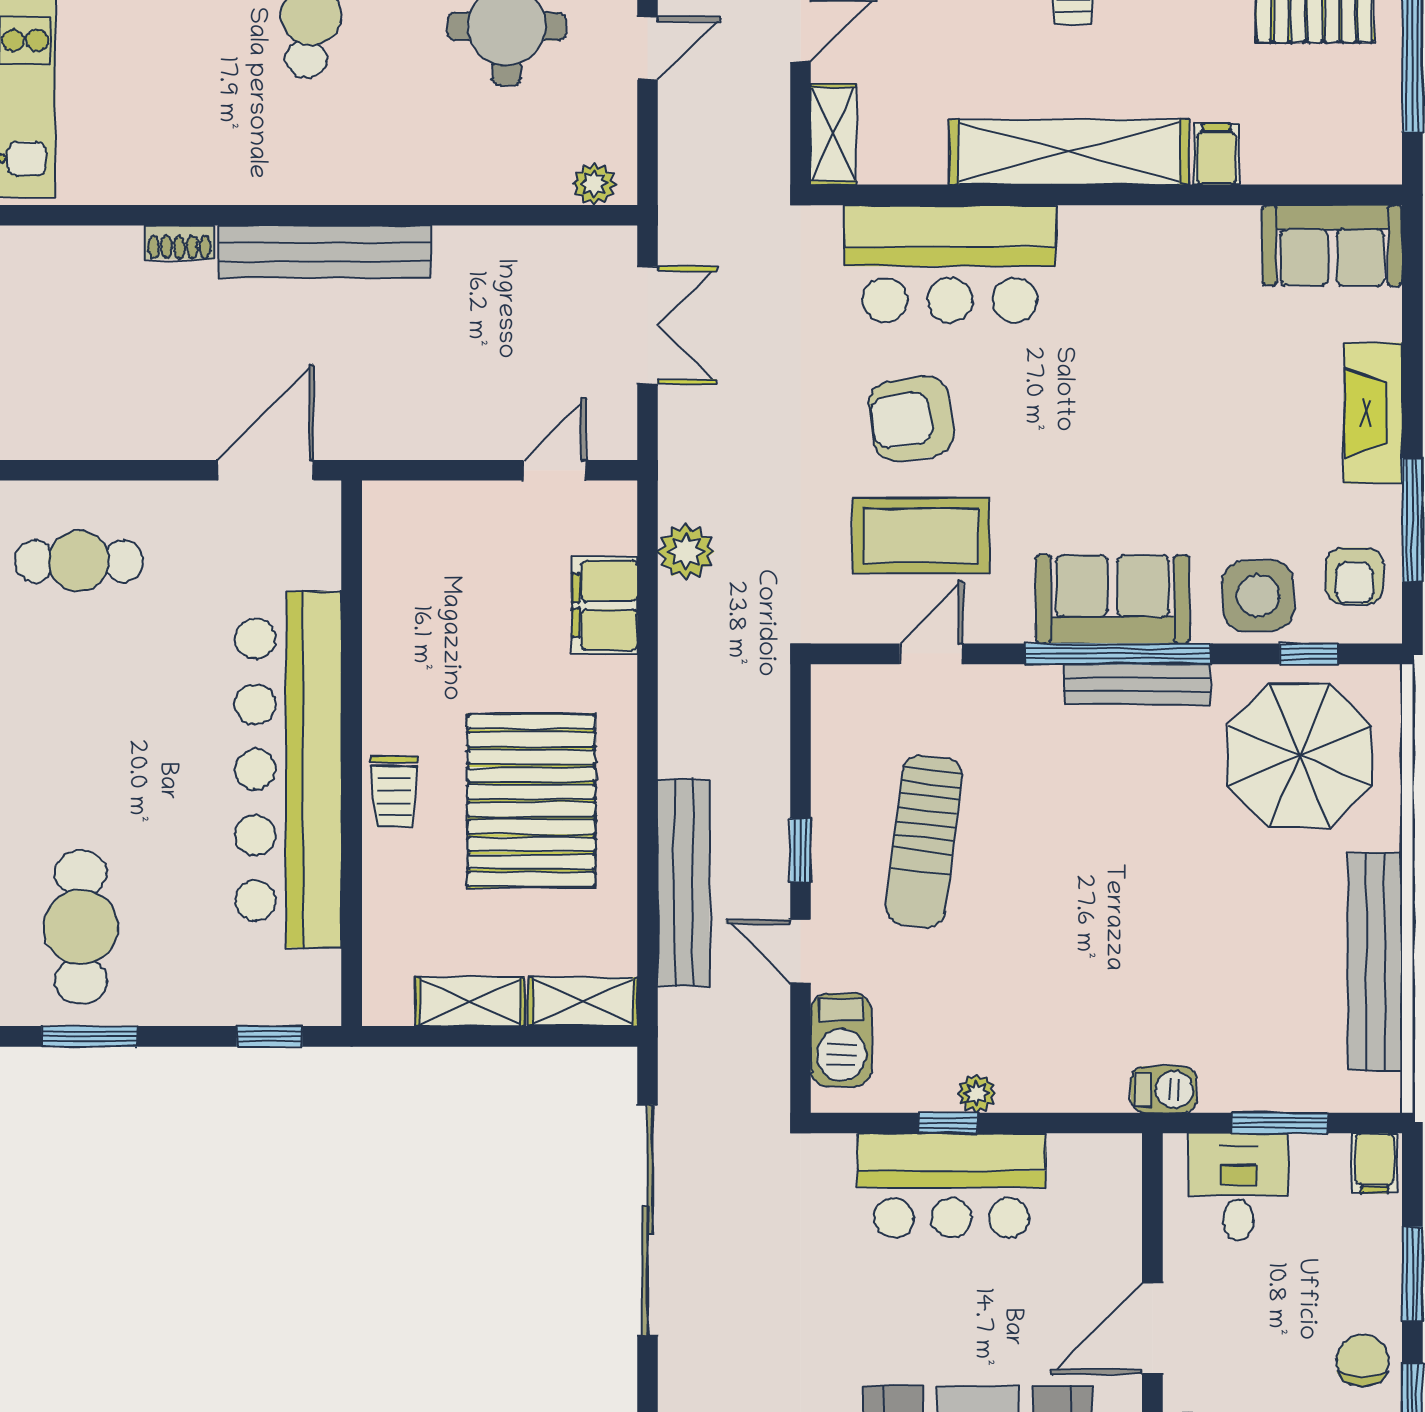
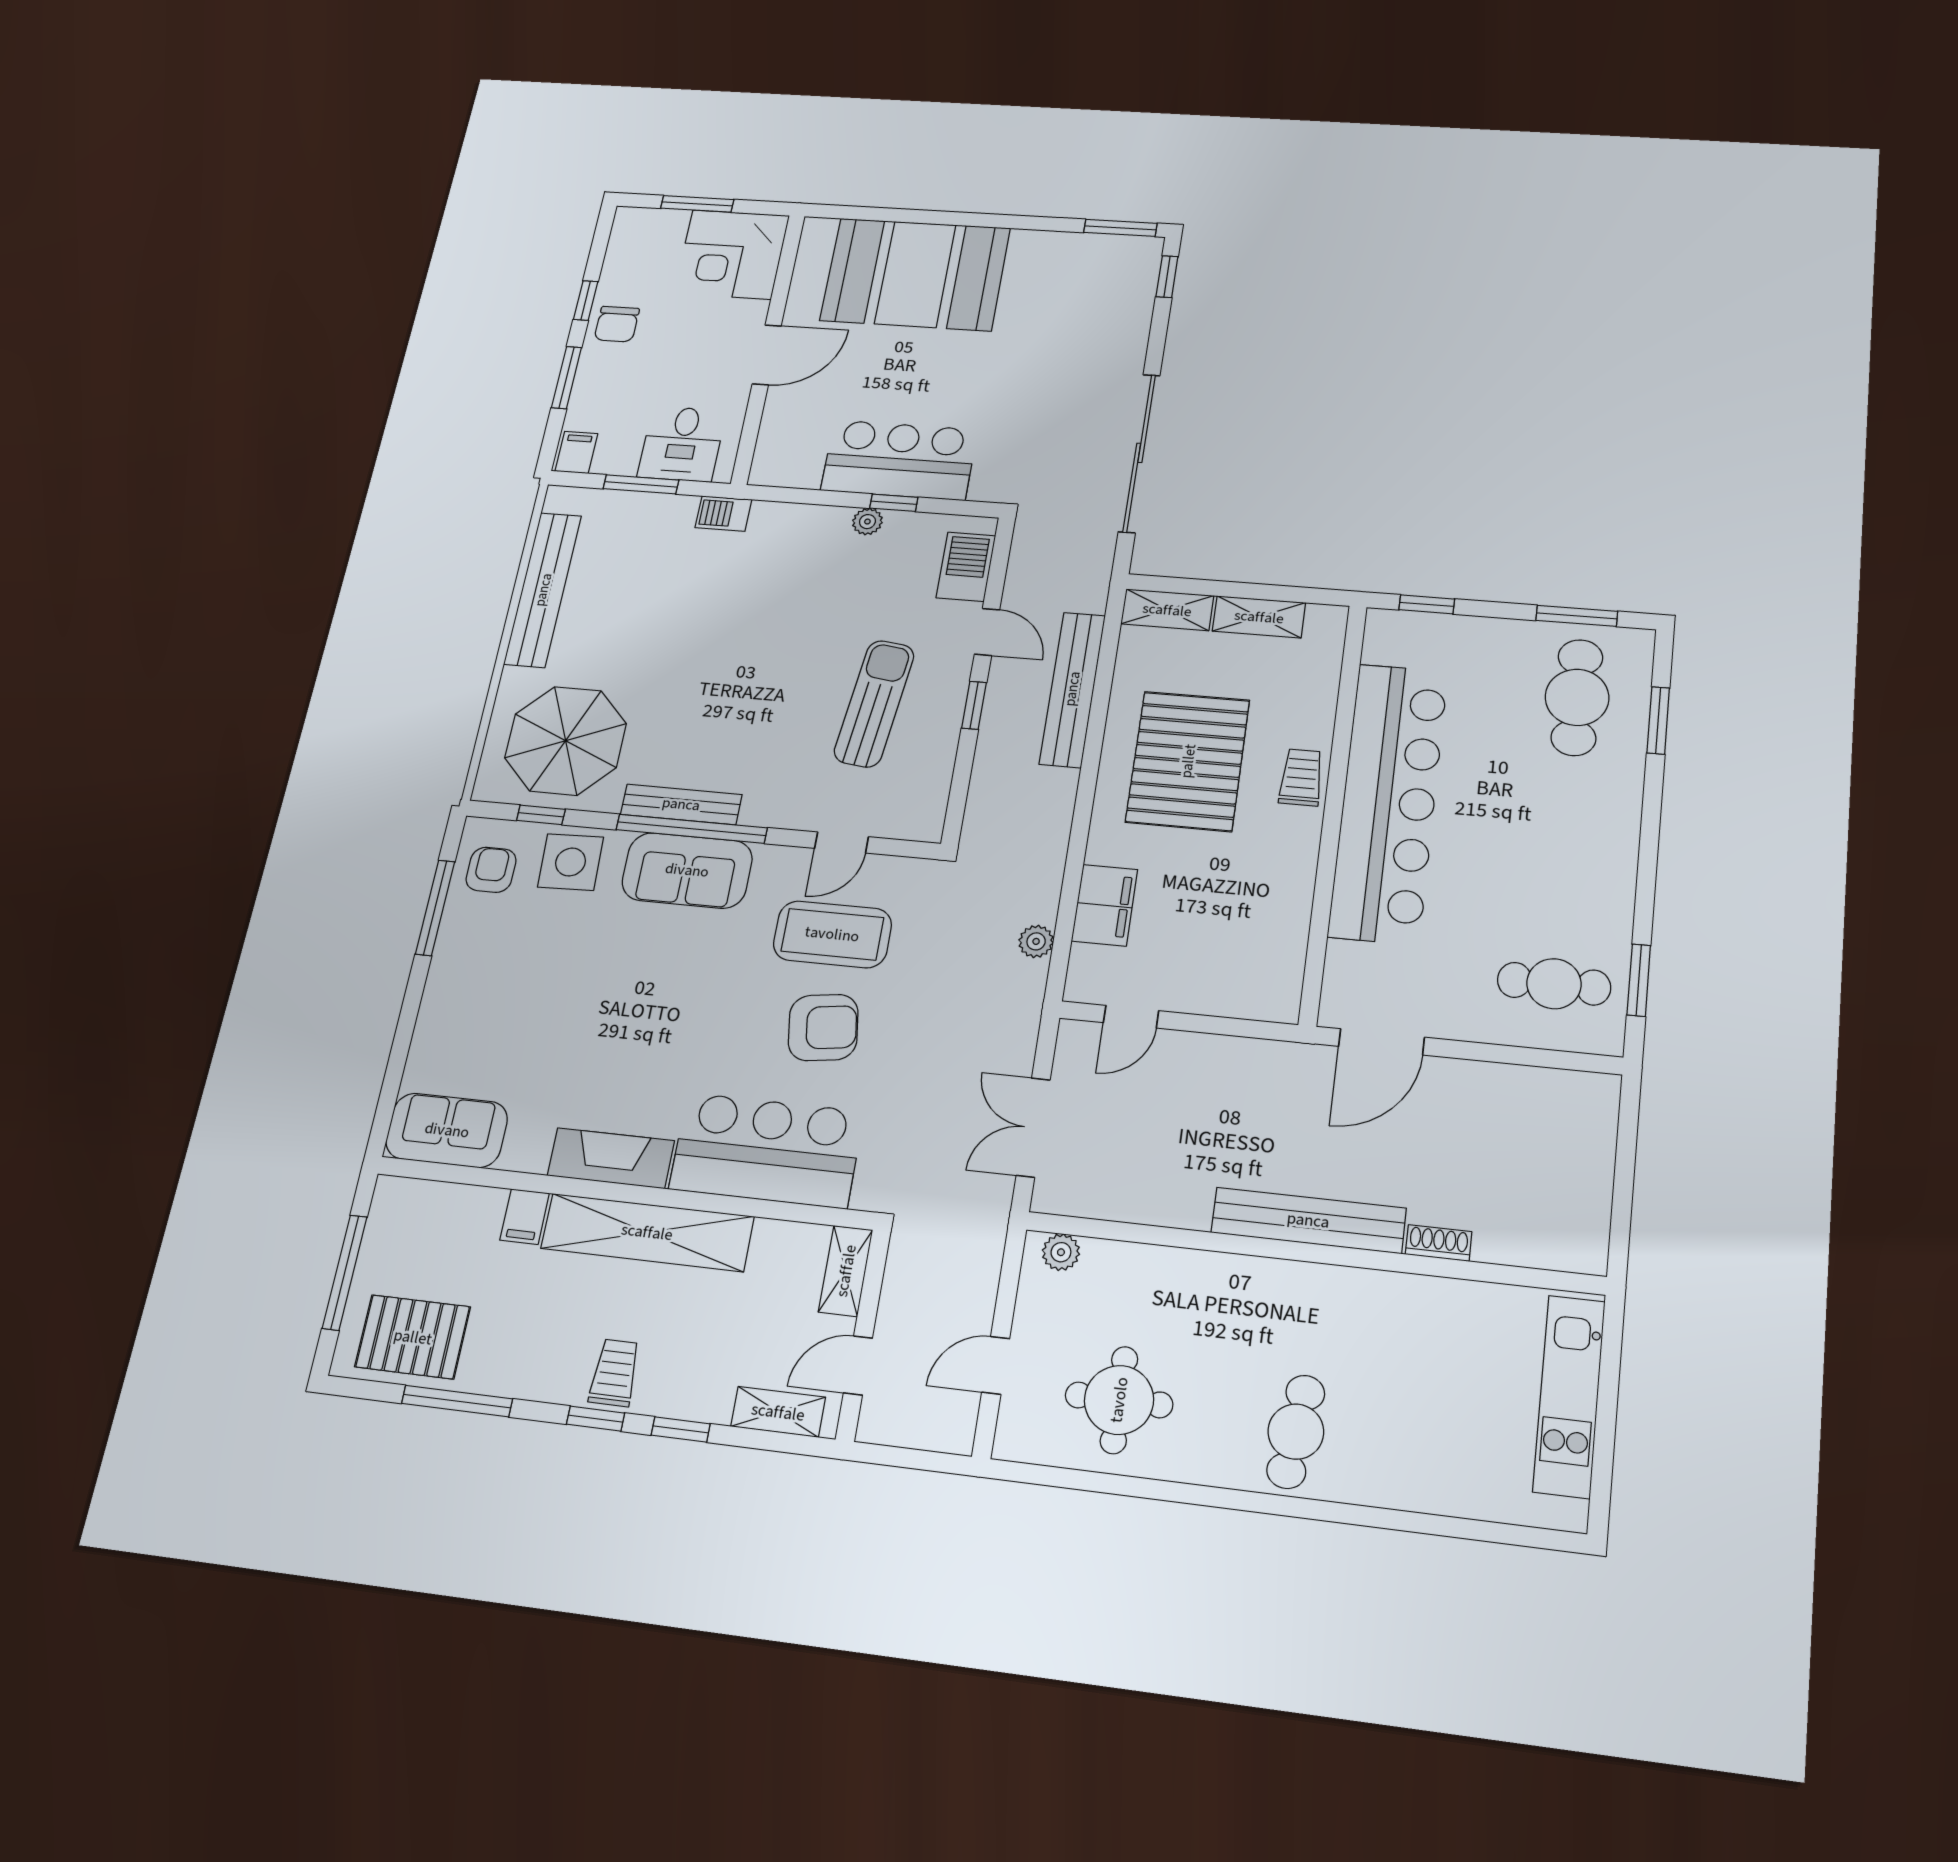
fireplace: (1373, 413) -> (611, 1158), moved, turned -90
plant: (686, 552) -> (1036, 941), width x0.73, depth x0.73

